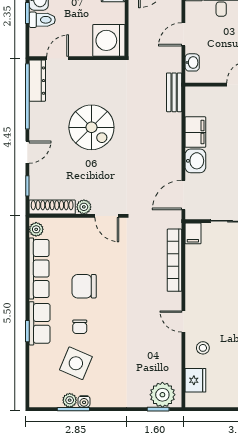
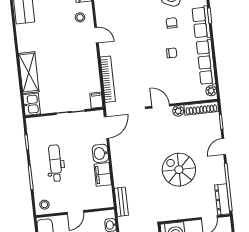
chair: (84, 286) -> (172, 53), width x0.54, depth x0.54

